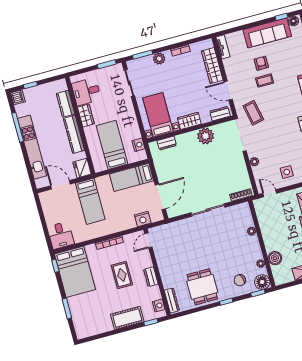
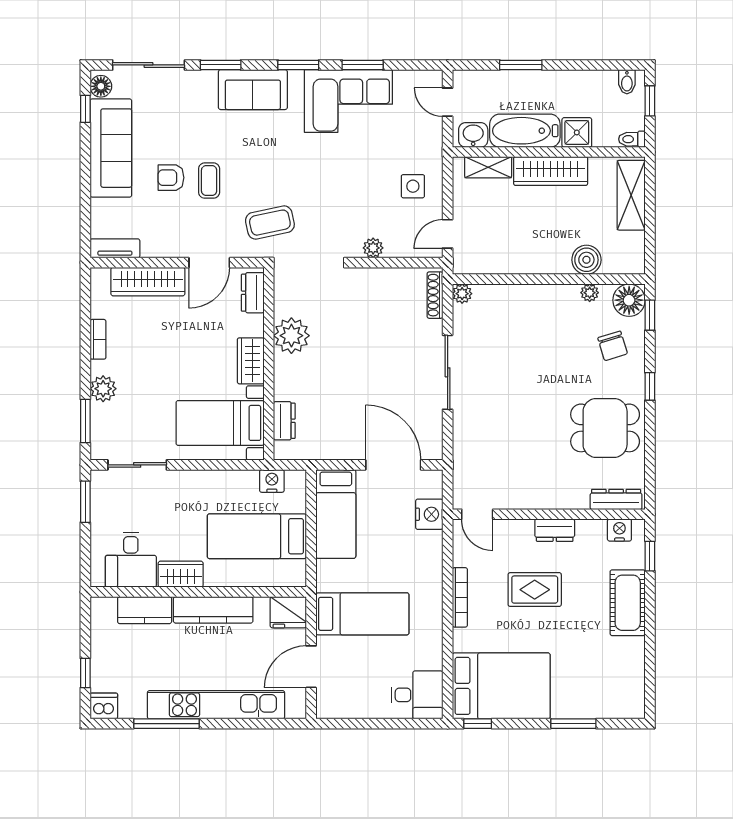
plant: (251, 231) -> (462, 294), moved

